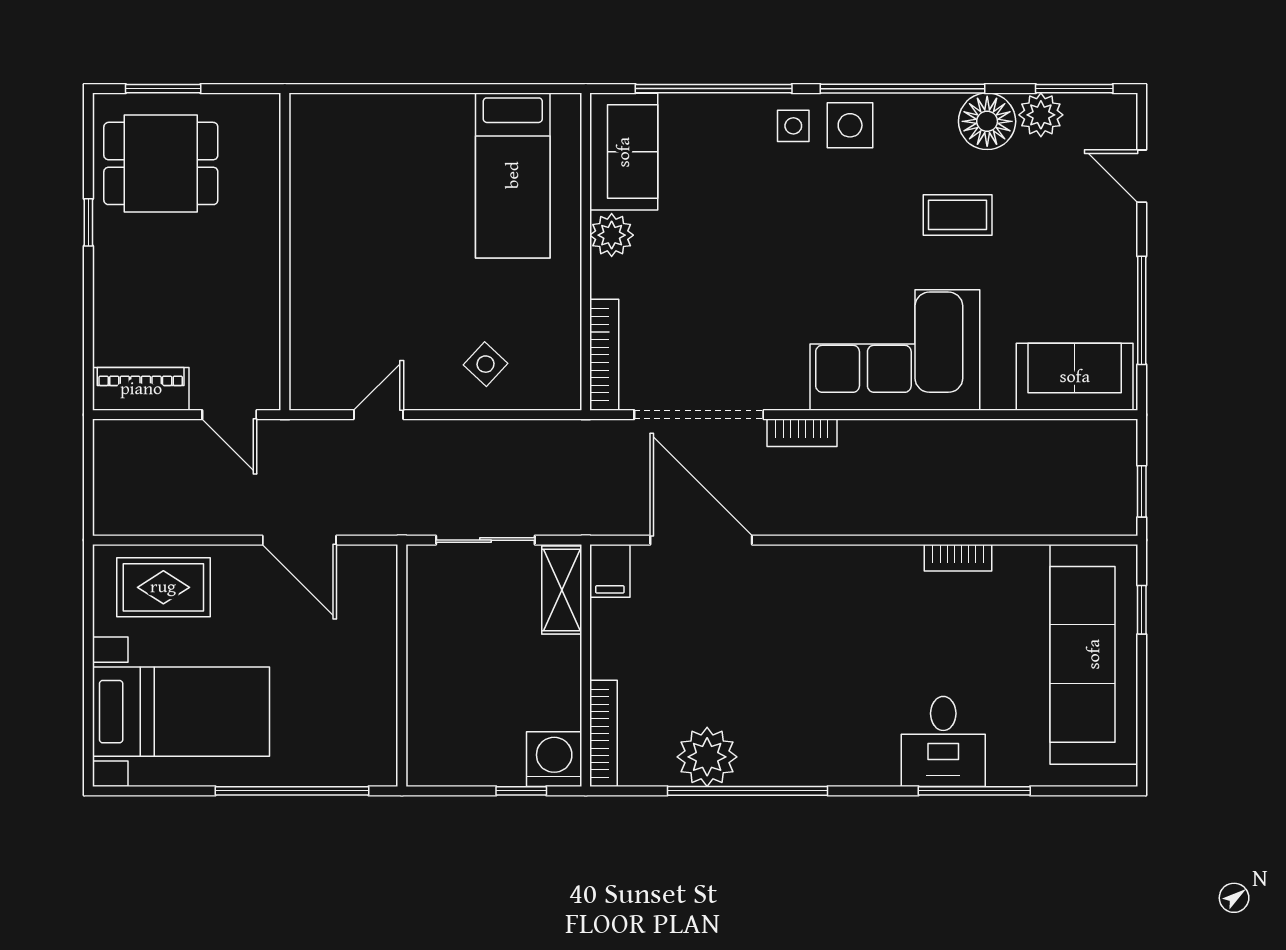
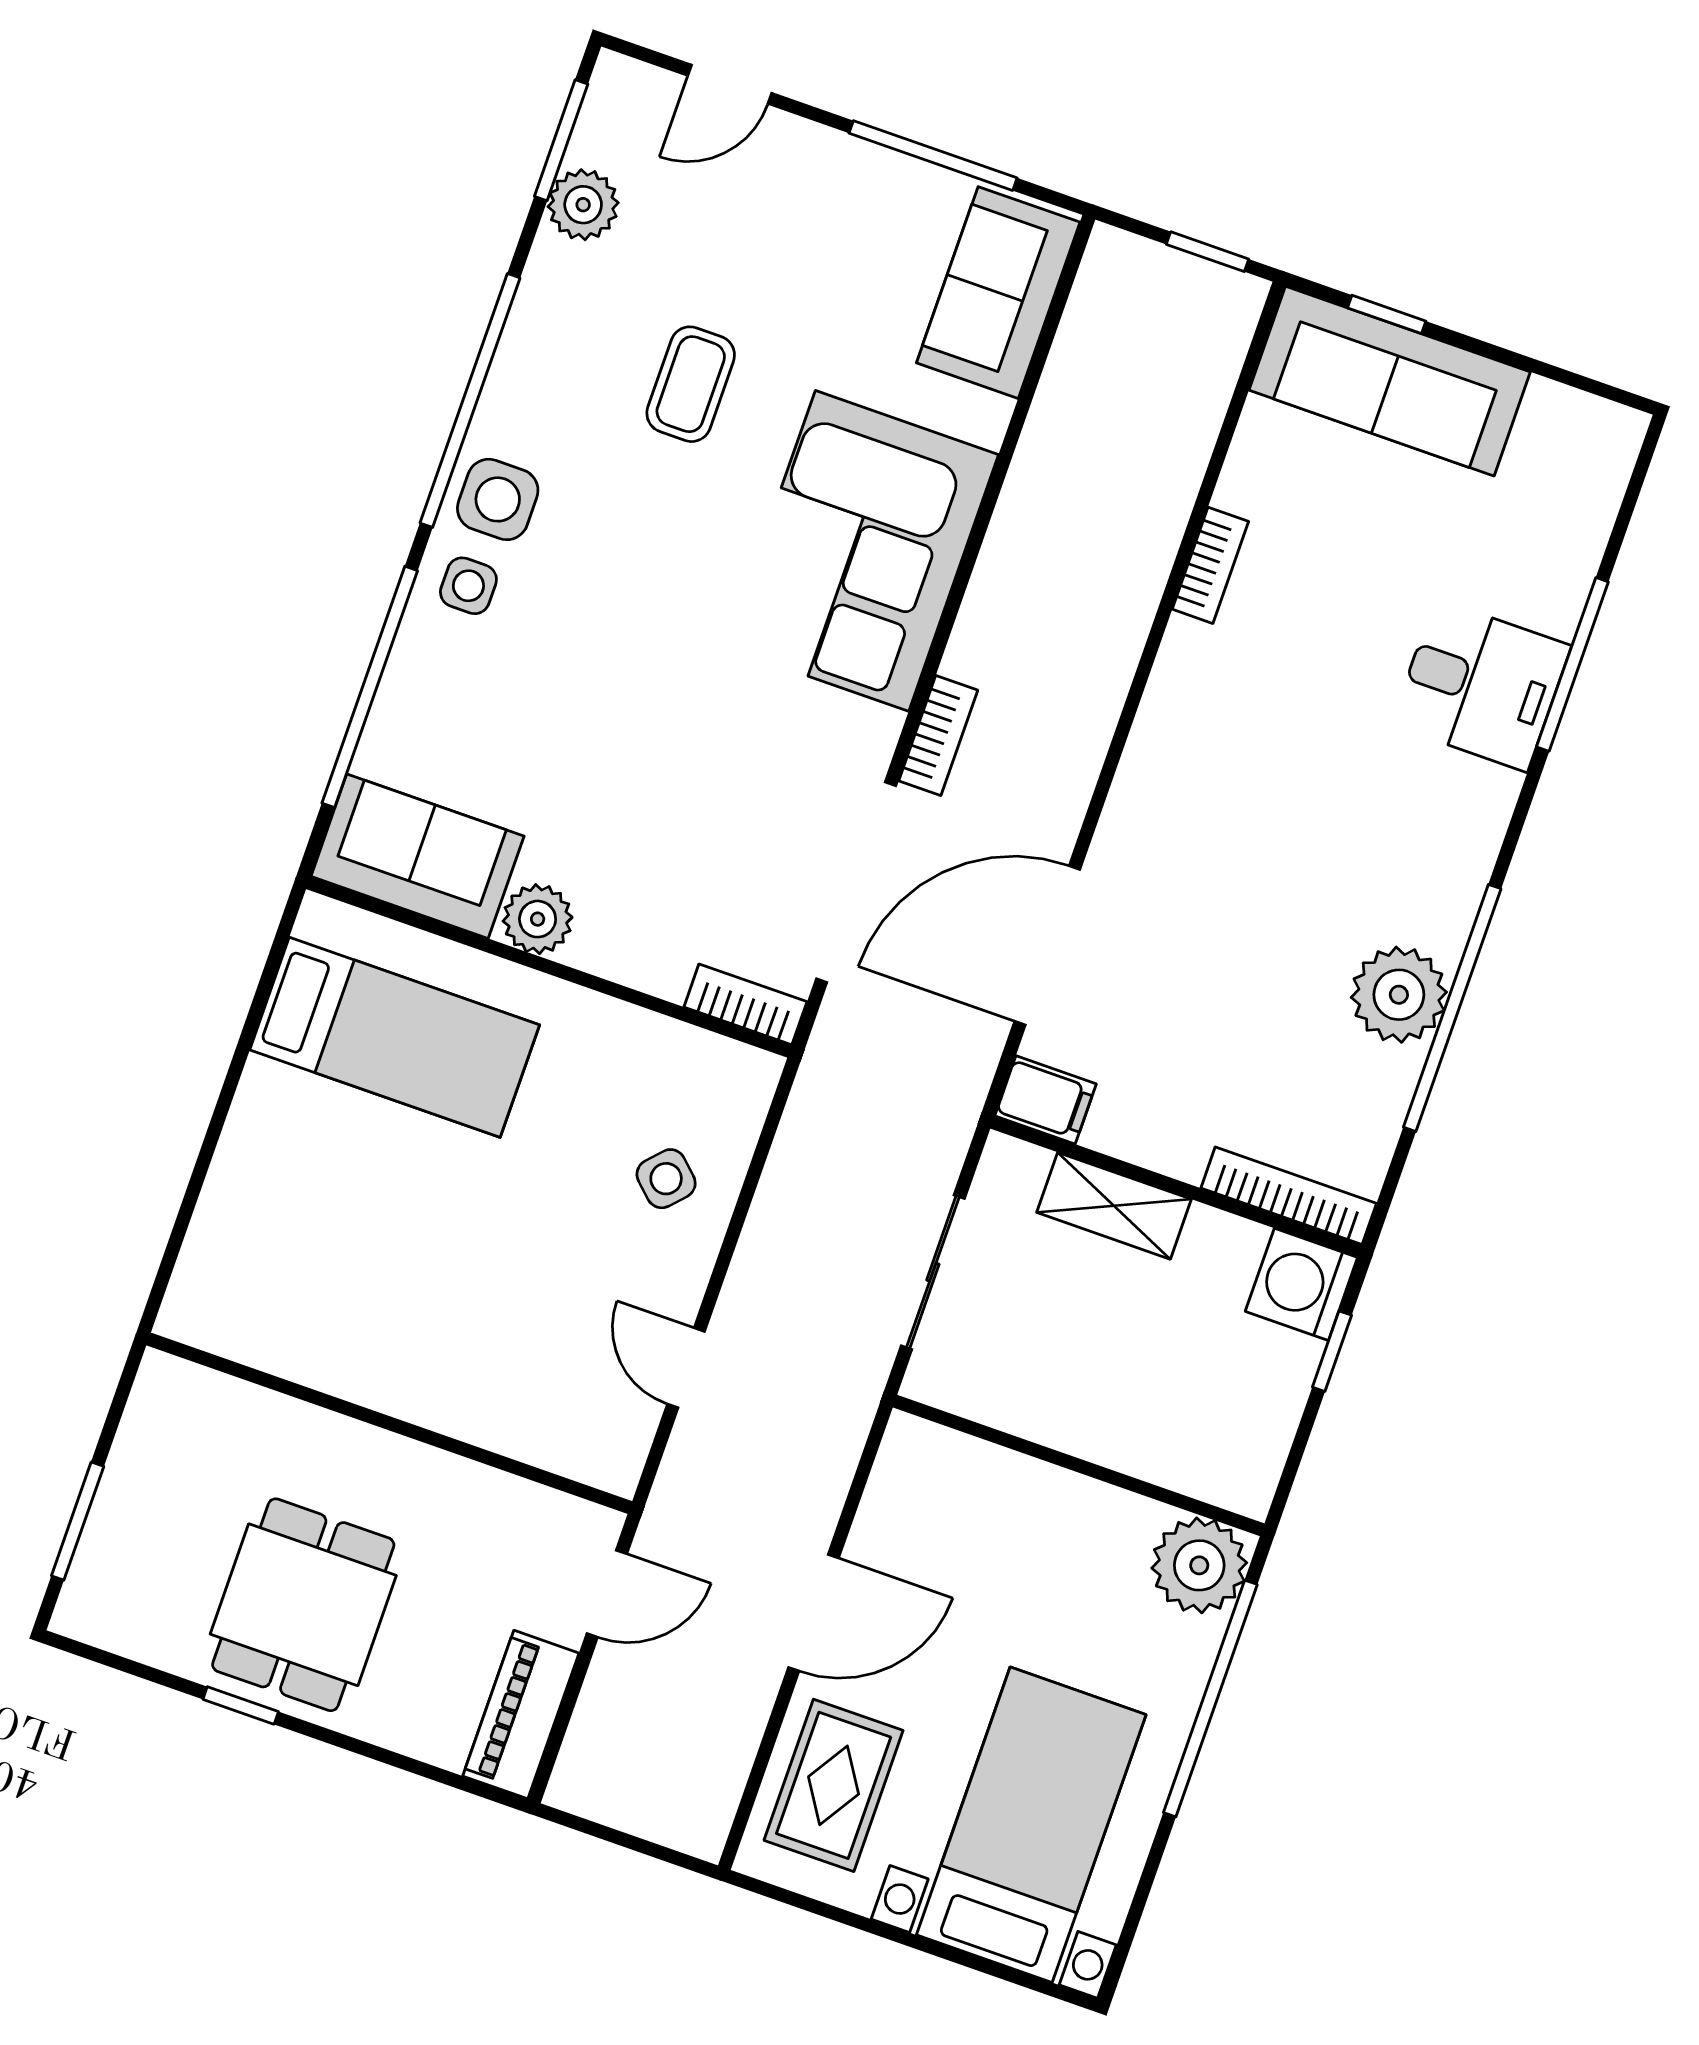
floor lamp: (987, 121) -> (564, 290), removed
dining table: (161, 163) -> (303, 1605), moved
bookcase: (604, 355) -> (745, 1004), width x0.64
door: (299, 540) -> (814, 1613), moved
shelving: (562, 590) -> (1114, 1206), moved
sofa: (1094, 654) -> (1390, 381), width x0.74, depth x0.79
plant: (368, 757) -> (1199, 1565), added
plant: (707, 757) -> (1399, 995), moved

